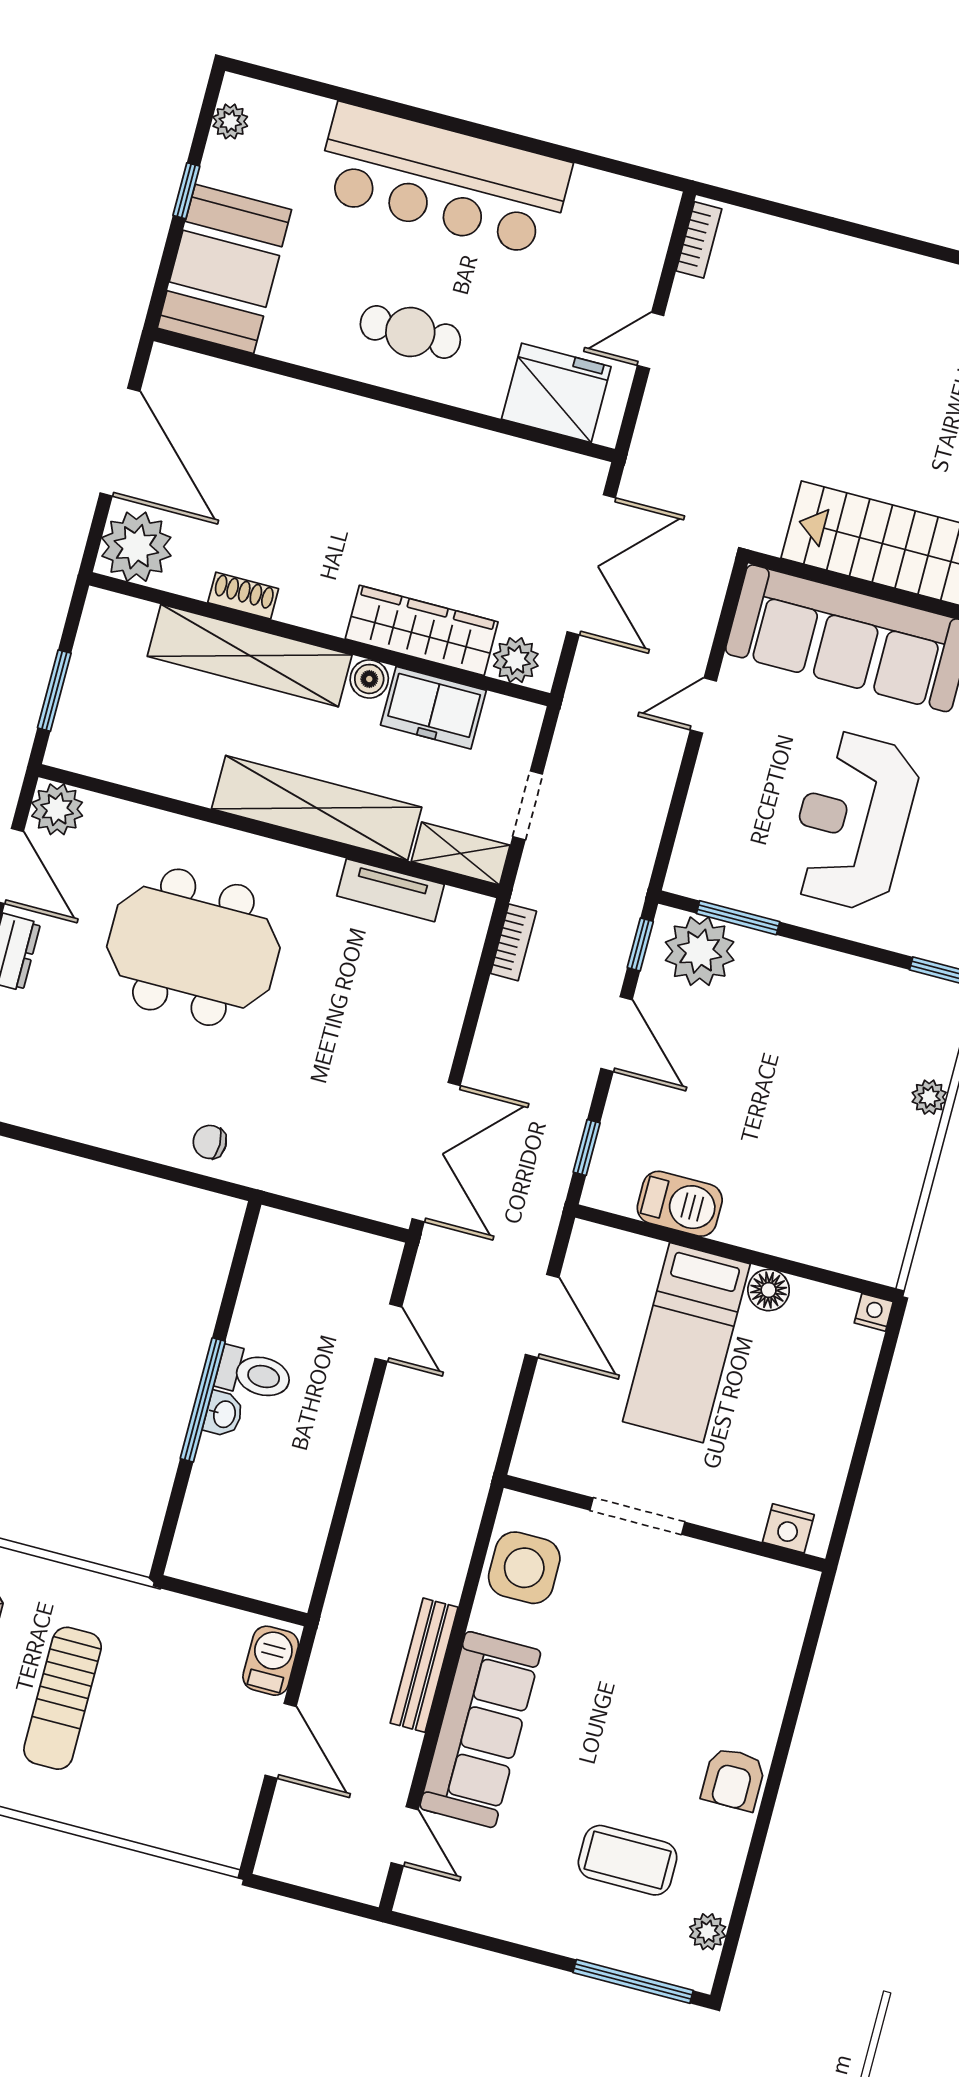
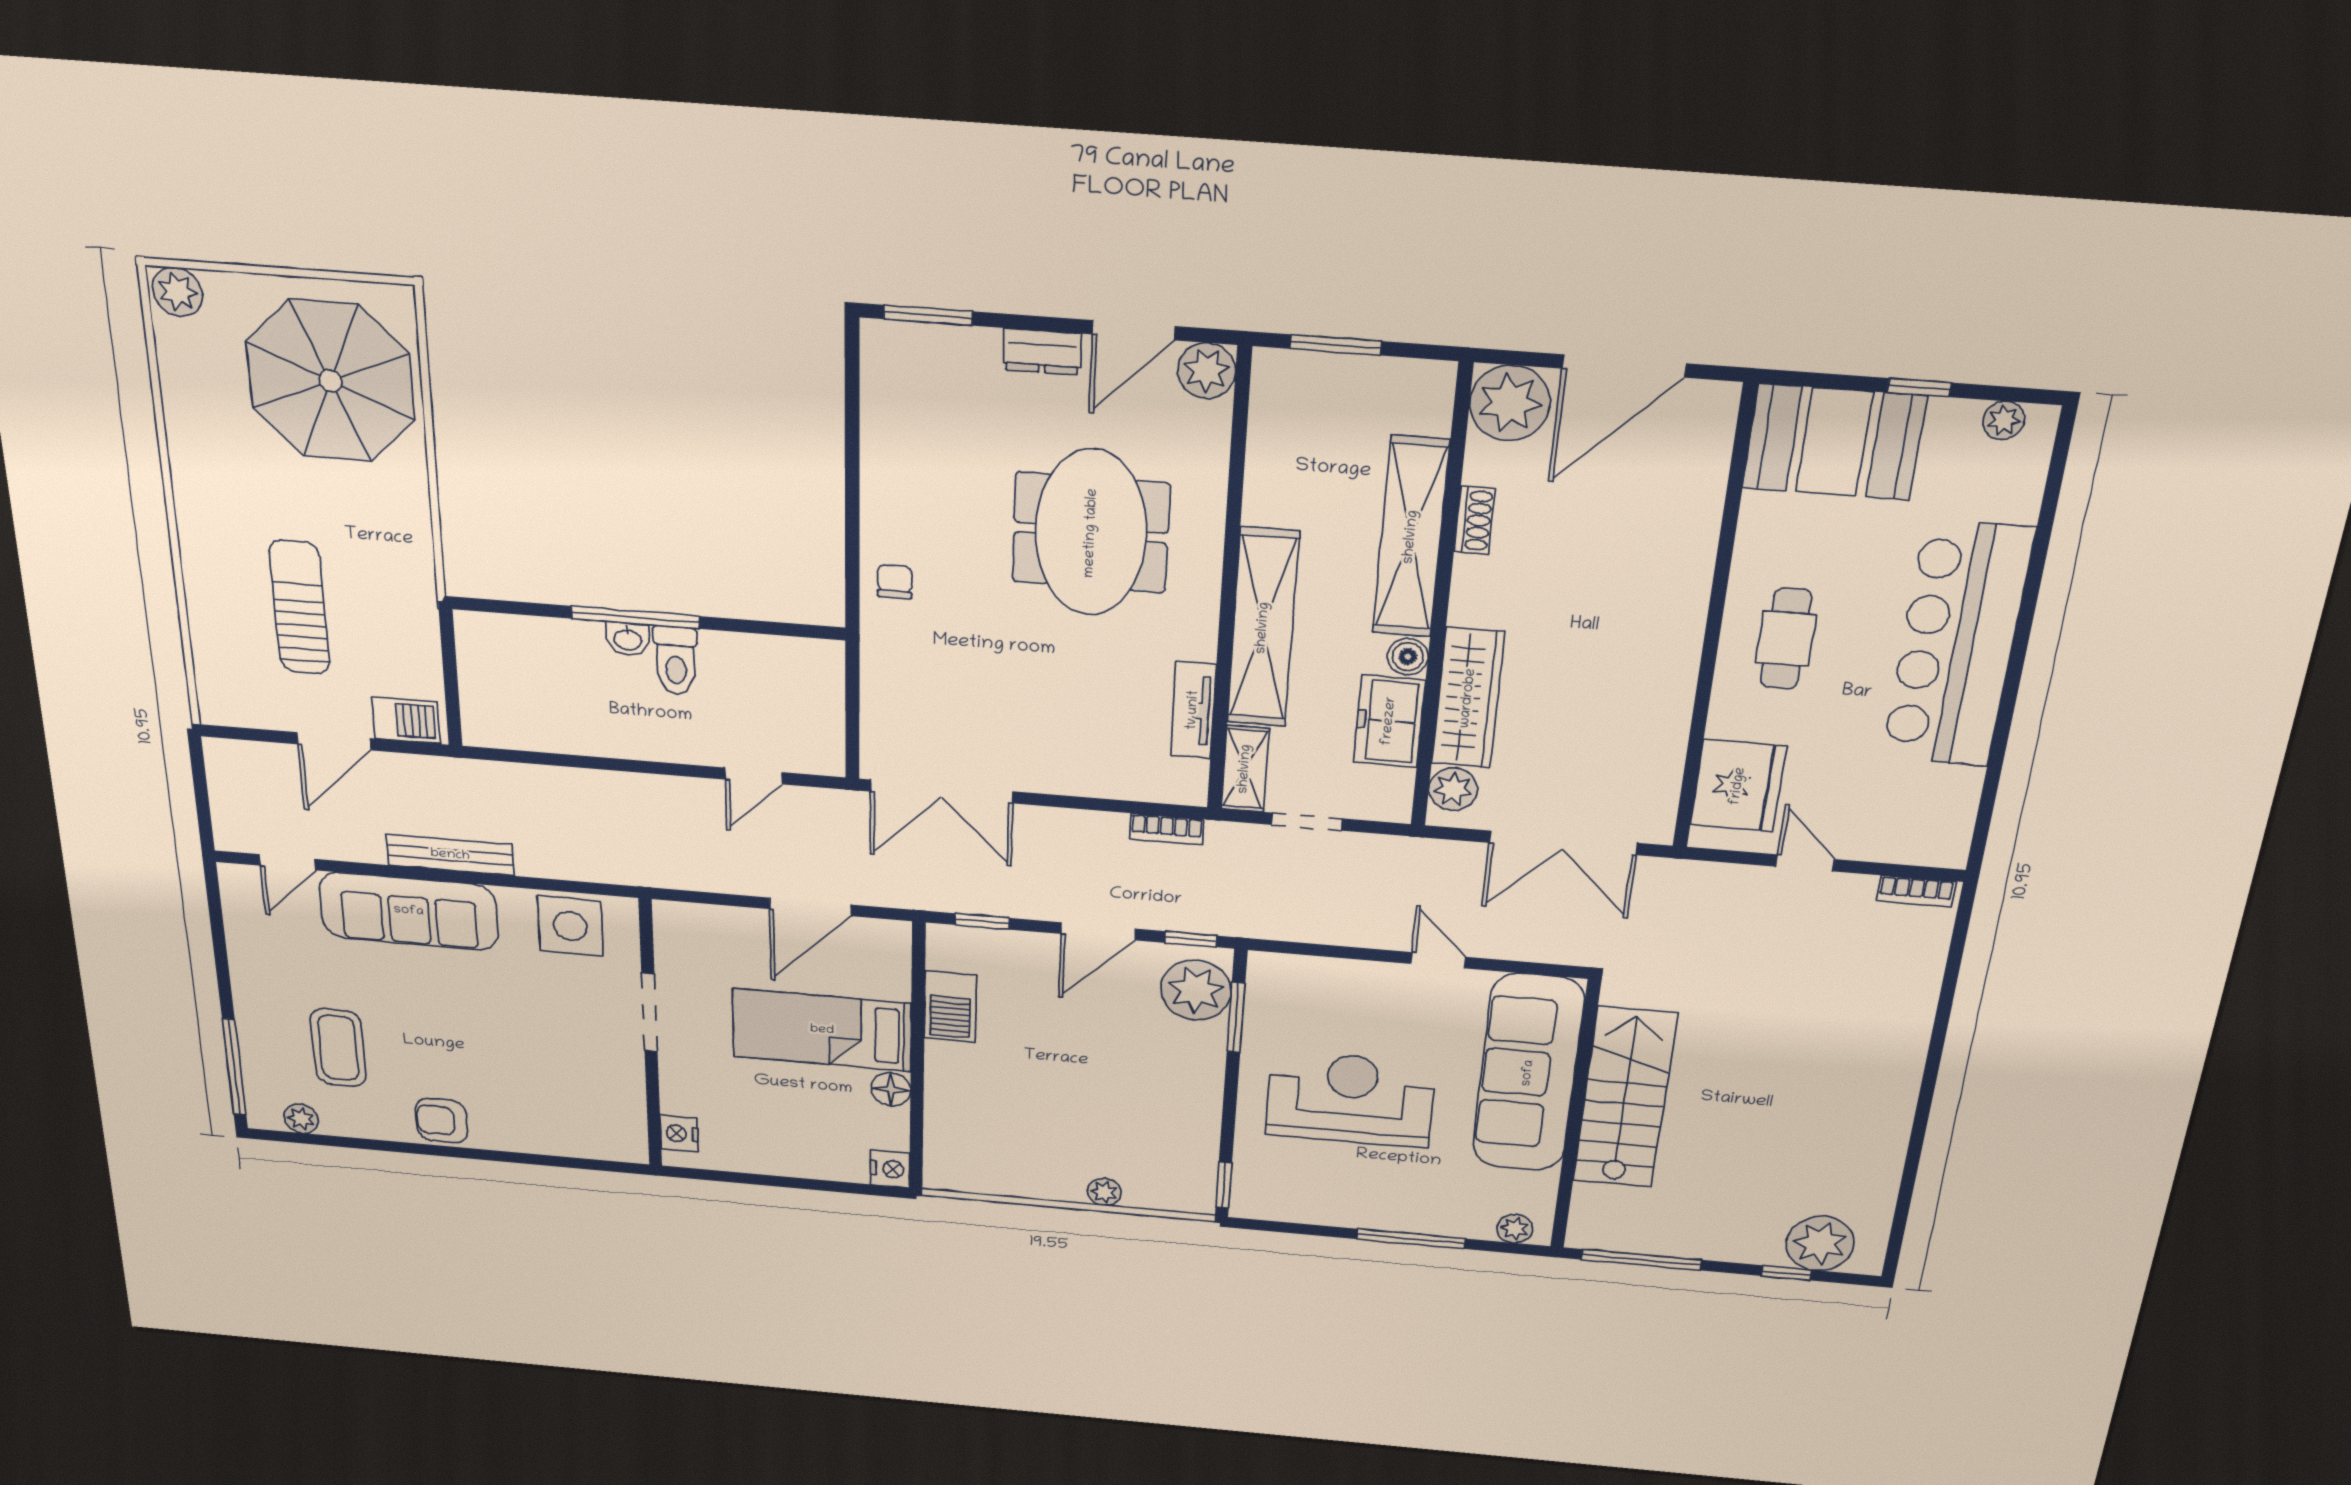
nightstand: (874, 1312) -> (890, 1169), width x1.39, depth x1.35
sun lounger: (63, 1698) -> (300, 607), moved, turned 90

